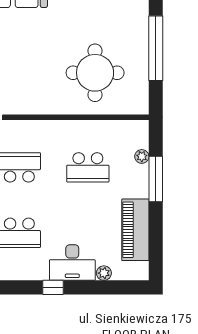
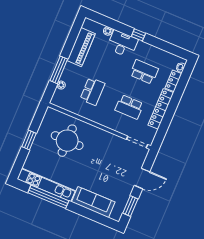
window: (156, 48) -> (29, 140), width x0.47
school desk: (88, 167) -> (92, 91), turned 90

